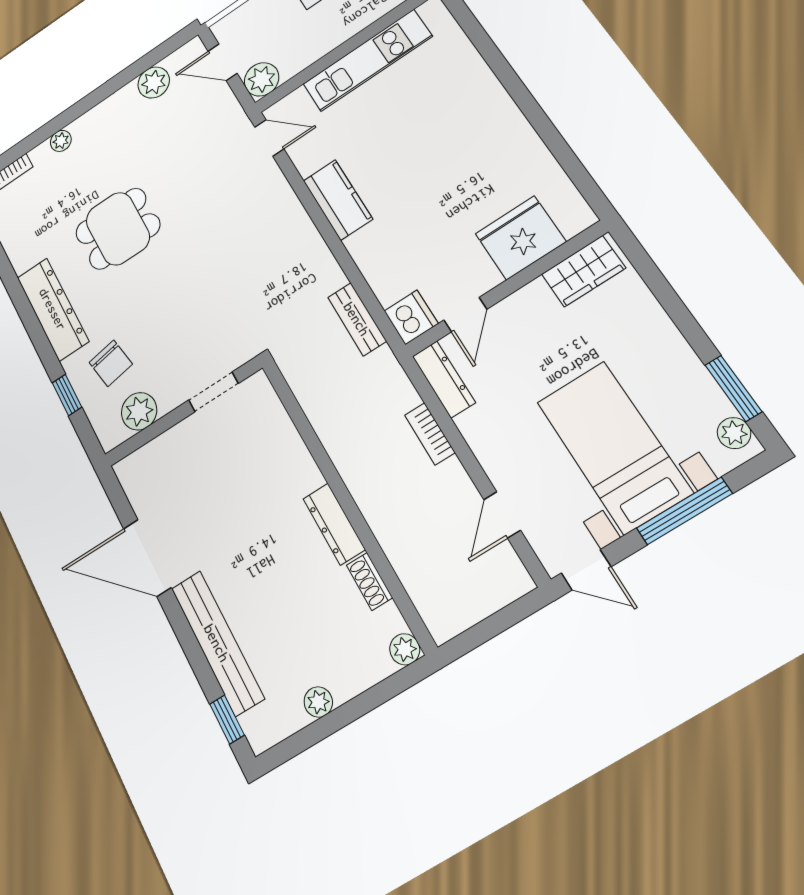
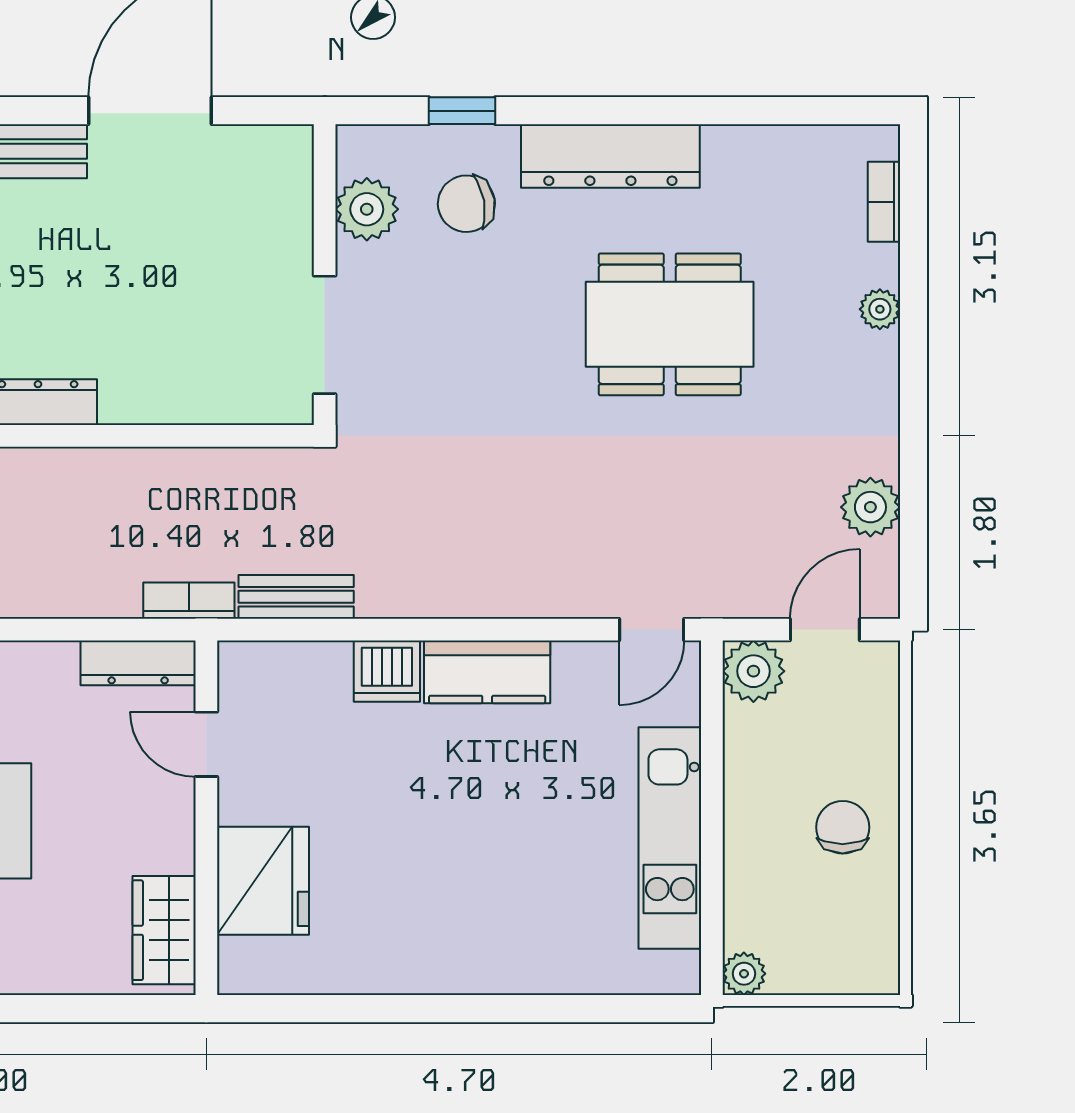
dining table: (118, 229) -> (670, 324), width x1.37
dishwasher: (411, 317) -> (387, 671), moved
doorway: (213, 392) -> (325, 335), width x1.38
bookcase: (430, 434) -> (189, 601), moved

